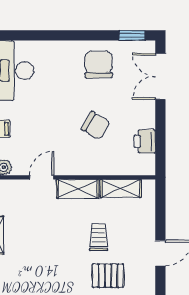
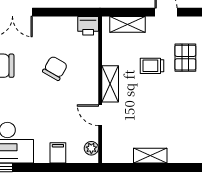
printer: (145, 141) -> (88, 26), moved
shelving: (121, 188) -> (128, 24), moved, turned 90

